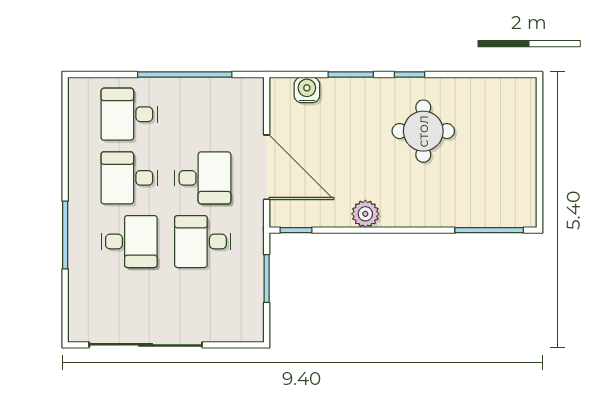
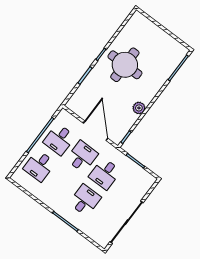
water cooler: (307, 90) -> (79, 95), removed
round table: (423, 131) -> (125, 65), width x1.36, depth x1.36
door: (267, 167) -> (96, 131), hinge flipped
desk: (129, 178) -> (59, 139), moved

